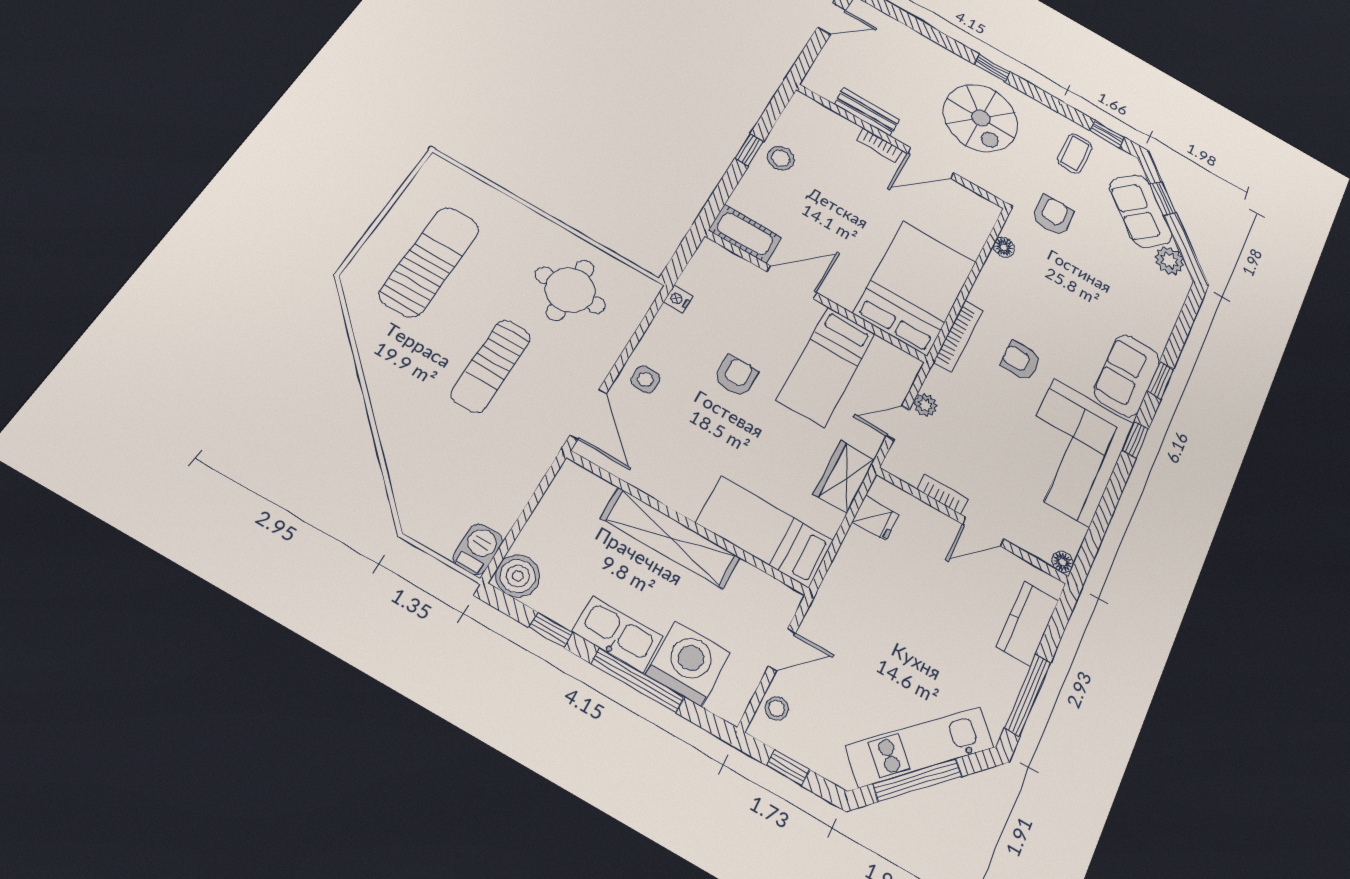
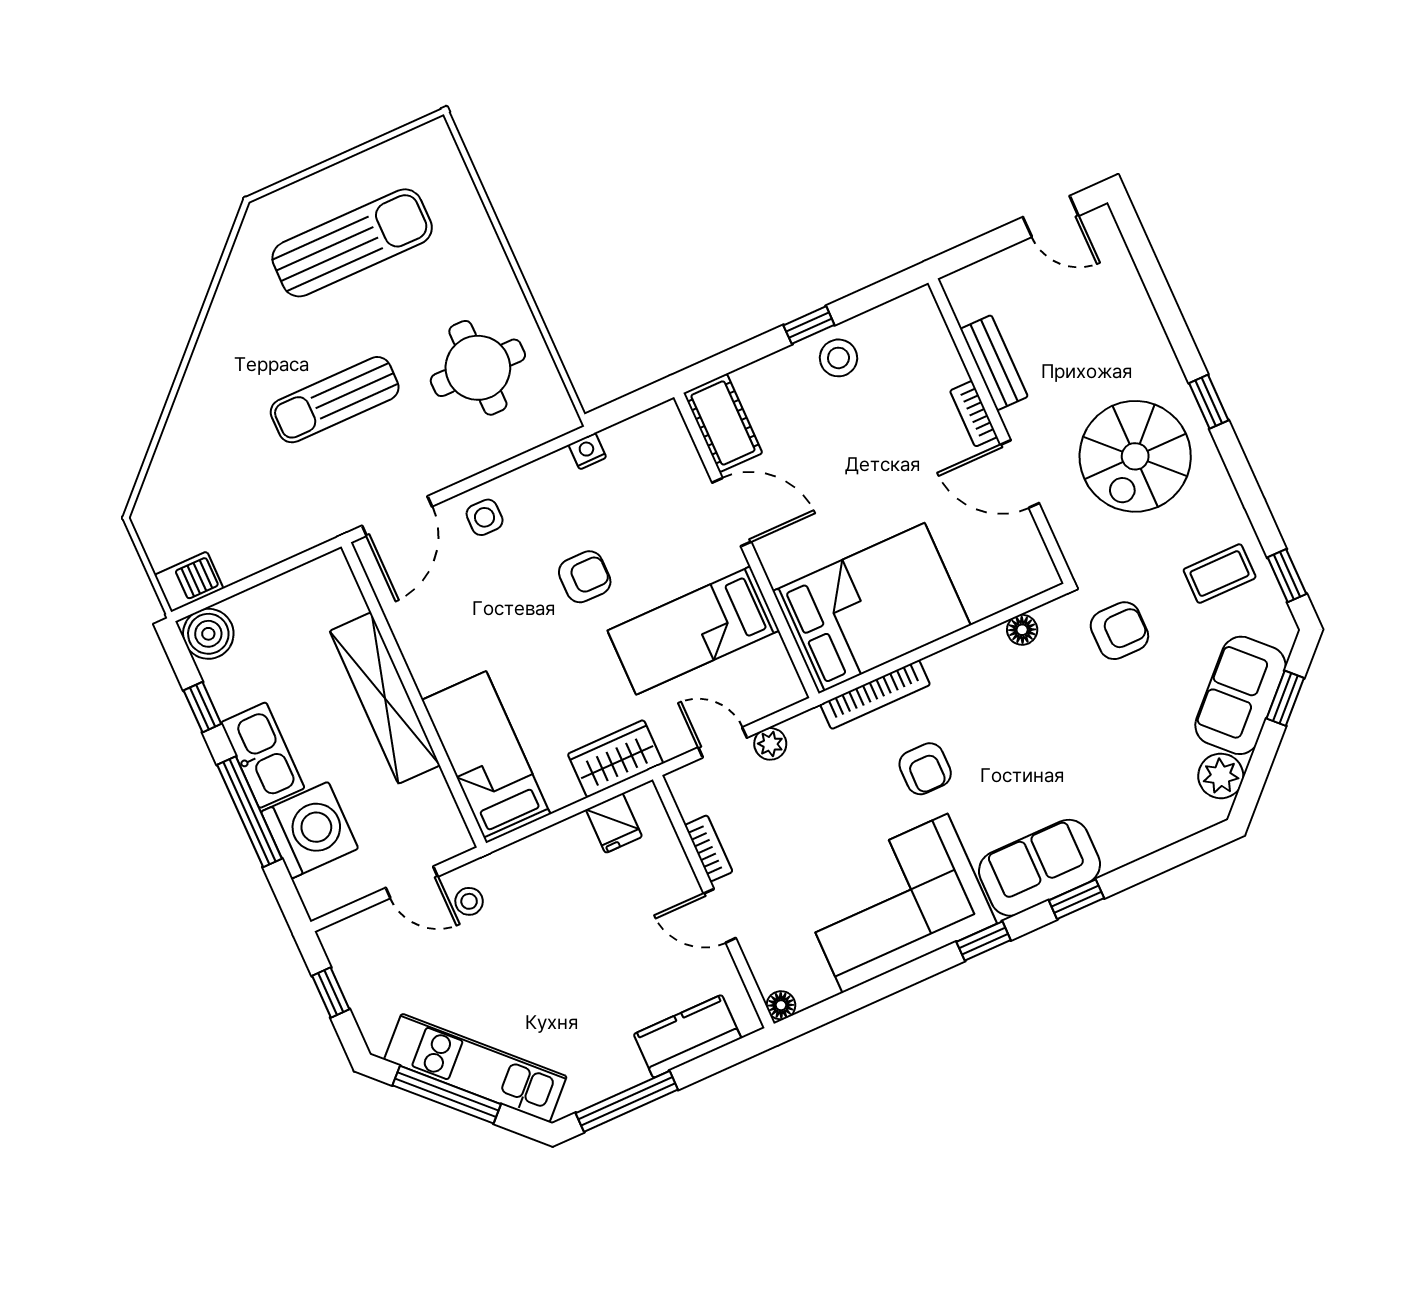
armchair: (1021, 361) -> (925, 769), turned 180
stool: (777, 708) -> (469, 901), moved

